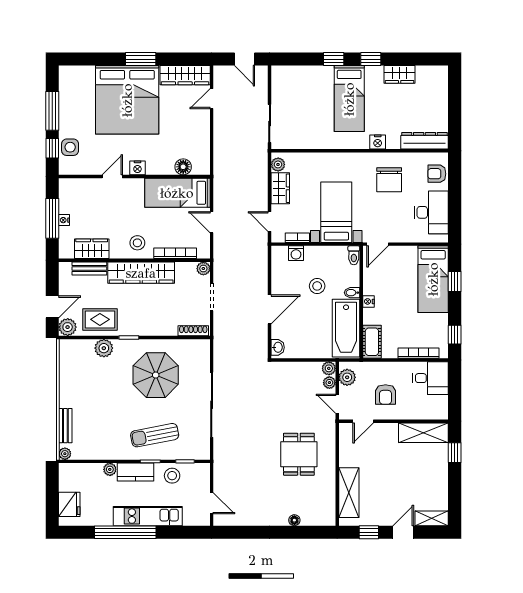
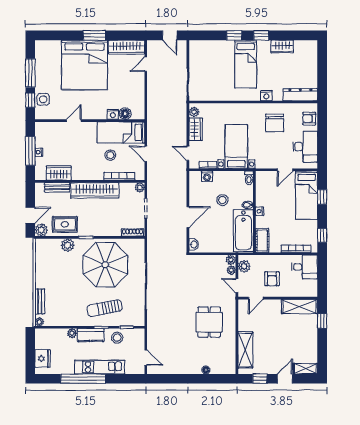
nightstand: (137, 168) -> (113, 114), moved
stool: (137, 243) -> (110, 155), moved
door: (378, 244) -> (285, 170), moved
parasol: (156, 375) -> (105, 265), width x1.36, depth x1.36

